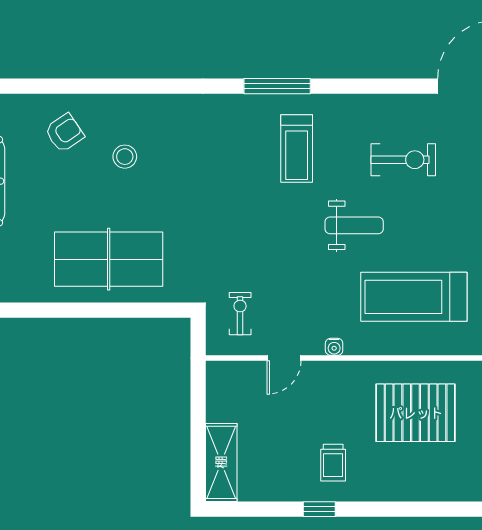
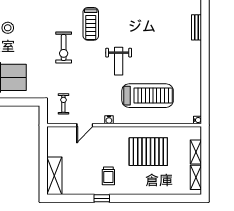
exercise bike: (403, 160) -> (64, 47), moved, turned 90
weight bench: (354, 225) -> (119, 61), turned 90
treadmill: (414, 297) -> (148, 96), turned 180

